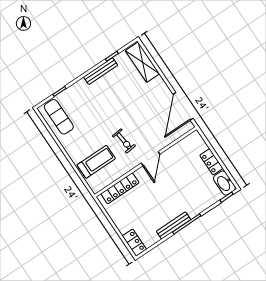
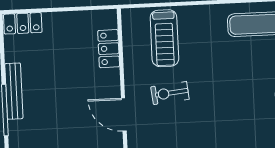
locker: (120, 188) -> (109, 49), width x0.66

